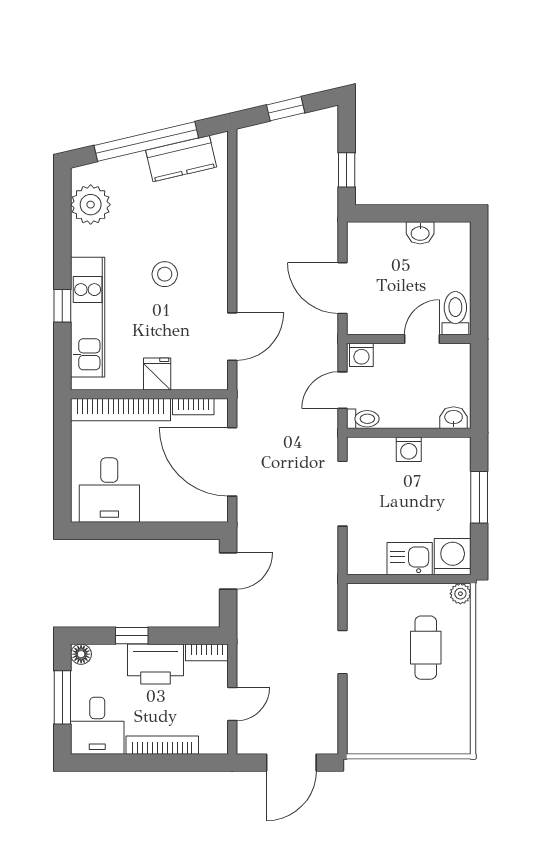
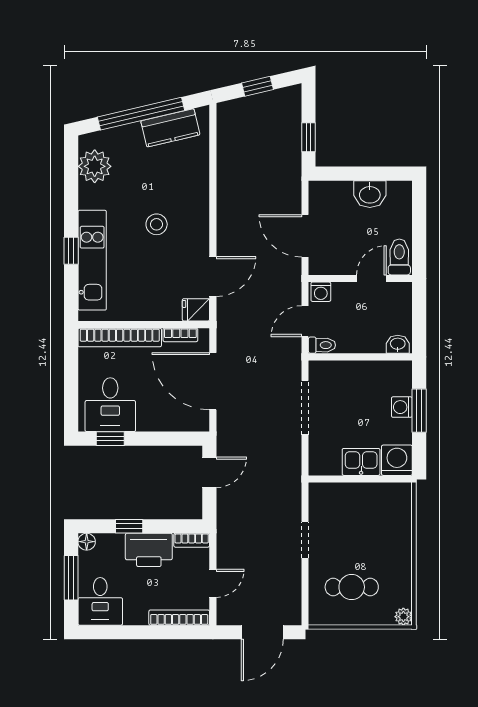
washbasin: (420, 233) -> (370, 194), width x1.38, depth x1.45
fridge: (157, 374) -> (196, 310), moved, turned -90
washing machine: (409, 449) -> (402, 407), moved, turned 90
window: (109, 531) -> (110, 439), added
plant: (460, 594) -> (403, 617), moved
cafe table: (426, 648) -> (352, 587), moved, turned 90
bookcase: (162, 745) -> (179, 618), moved

